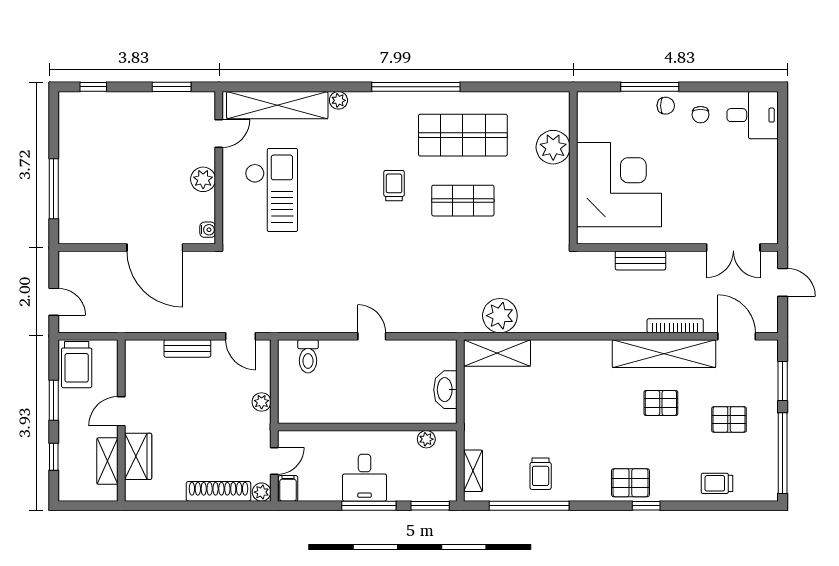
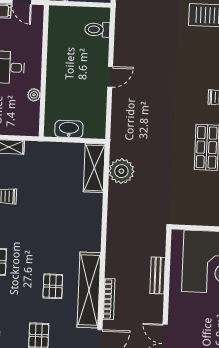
plant: (426, 439) -> (34, 95), moved

